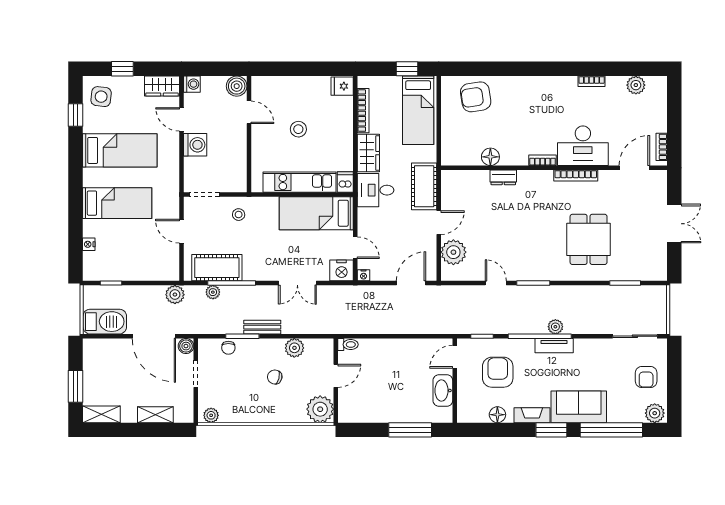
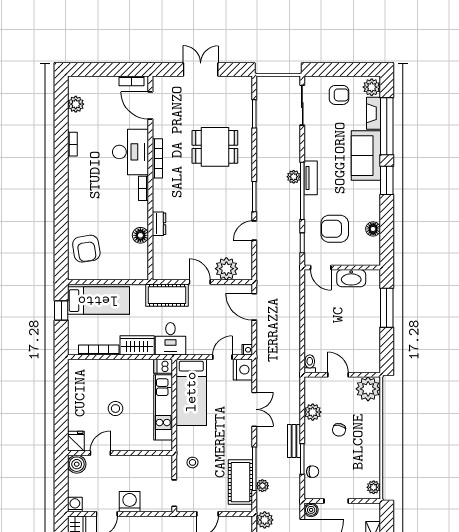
fridge: (342, 86) -> (76, 441), moved, turned 180
fireplace: (532, 415) -> (373, 113), moved

